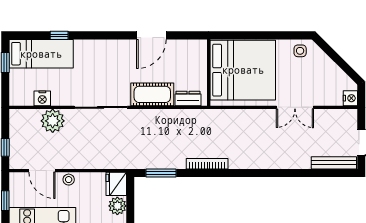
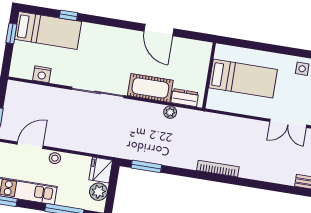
door: (151, 35) -> (159, 30), hinge flipped
bed: (243, 70) -> (243, 79), width x0.49
plant: (53, 121) -> (170, 112), moved, width x0.53, depth x0.53
bookcase: (207, 164) -> (218, 169), moved
door: (42, 171) -> (30, 145), swing flipped

